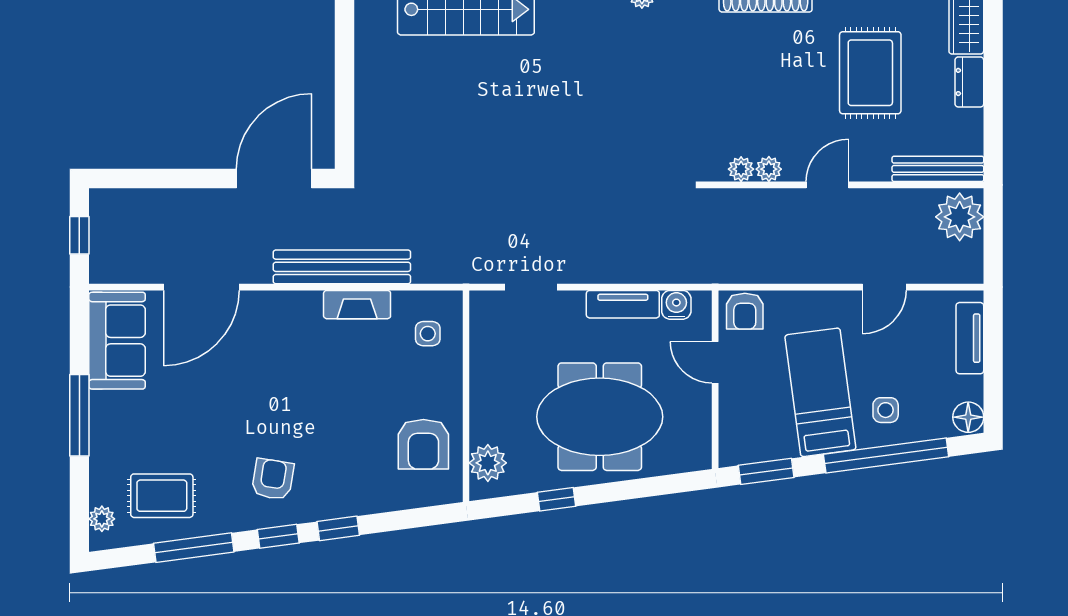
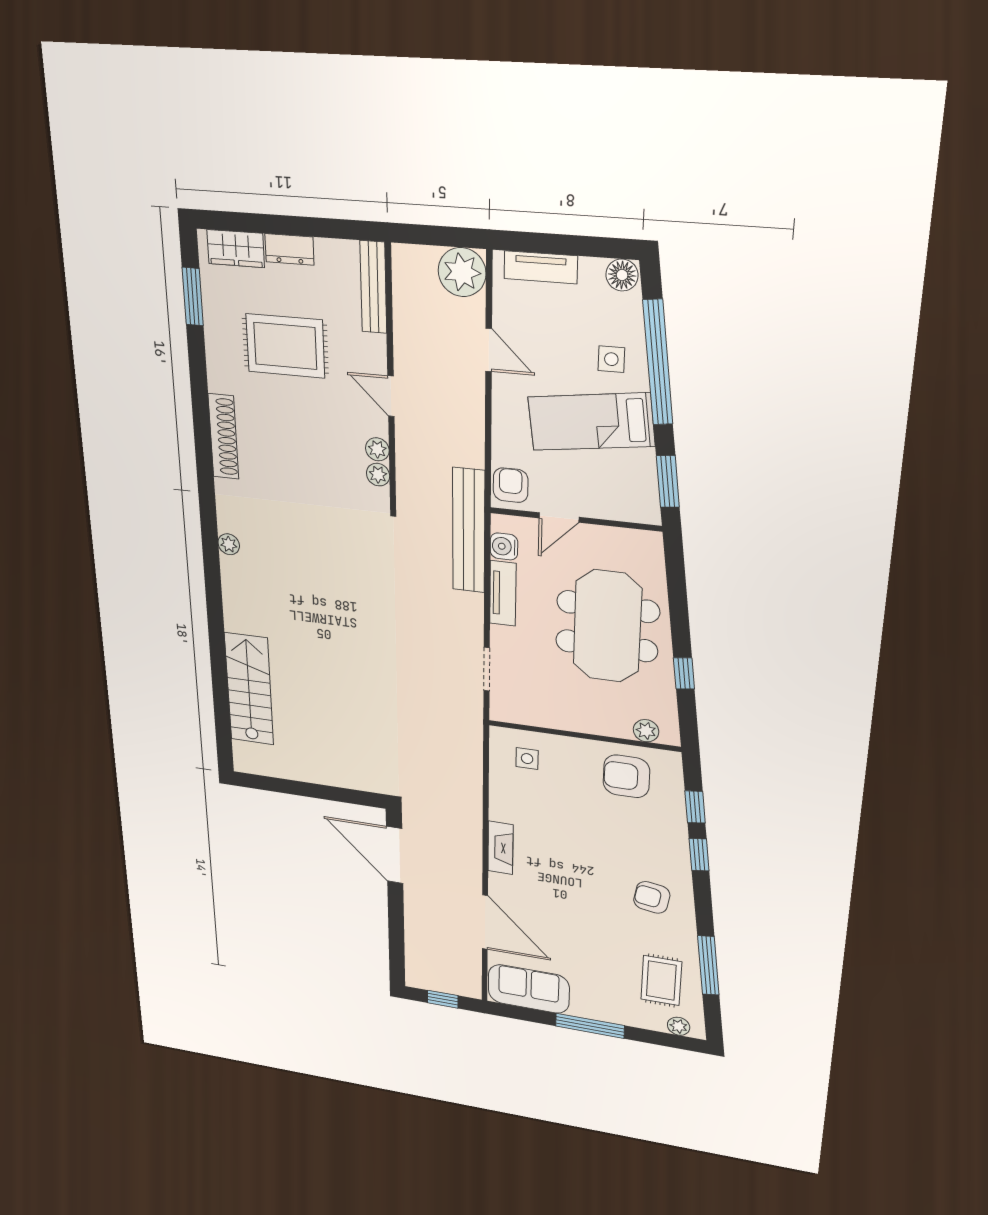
plant: (960, 217) -> (462, 272), moved
bench: (342, 267) -> (469, 531), moved
fireplace: (357, 305) -> (500, 848), moved
armchair: (745, 311) -> (511, 485), turned -90
armchair: (423, 444) -> (626, 776), turned 180
plant: (488, 463) -> (646, 731), width x0.73, depth x0.73
window: (278, 536) -> (695, 807), moved

